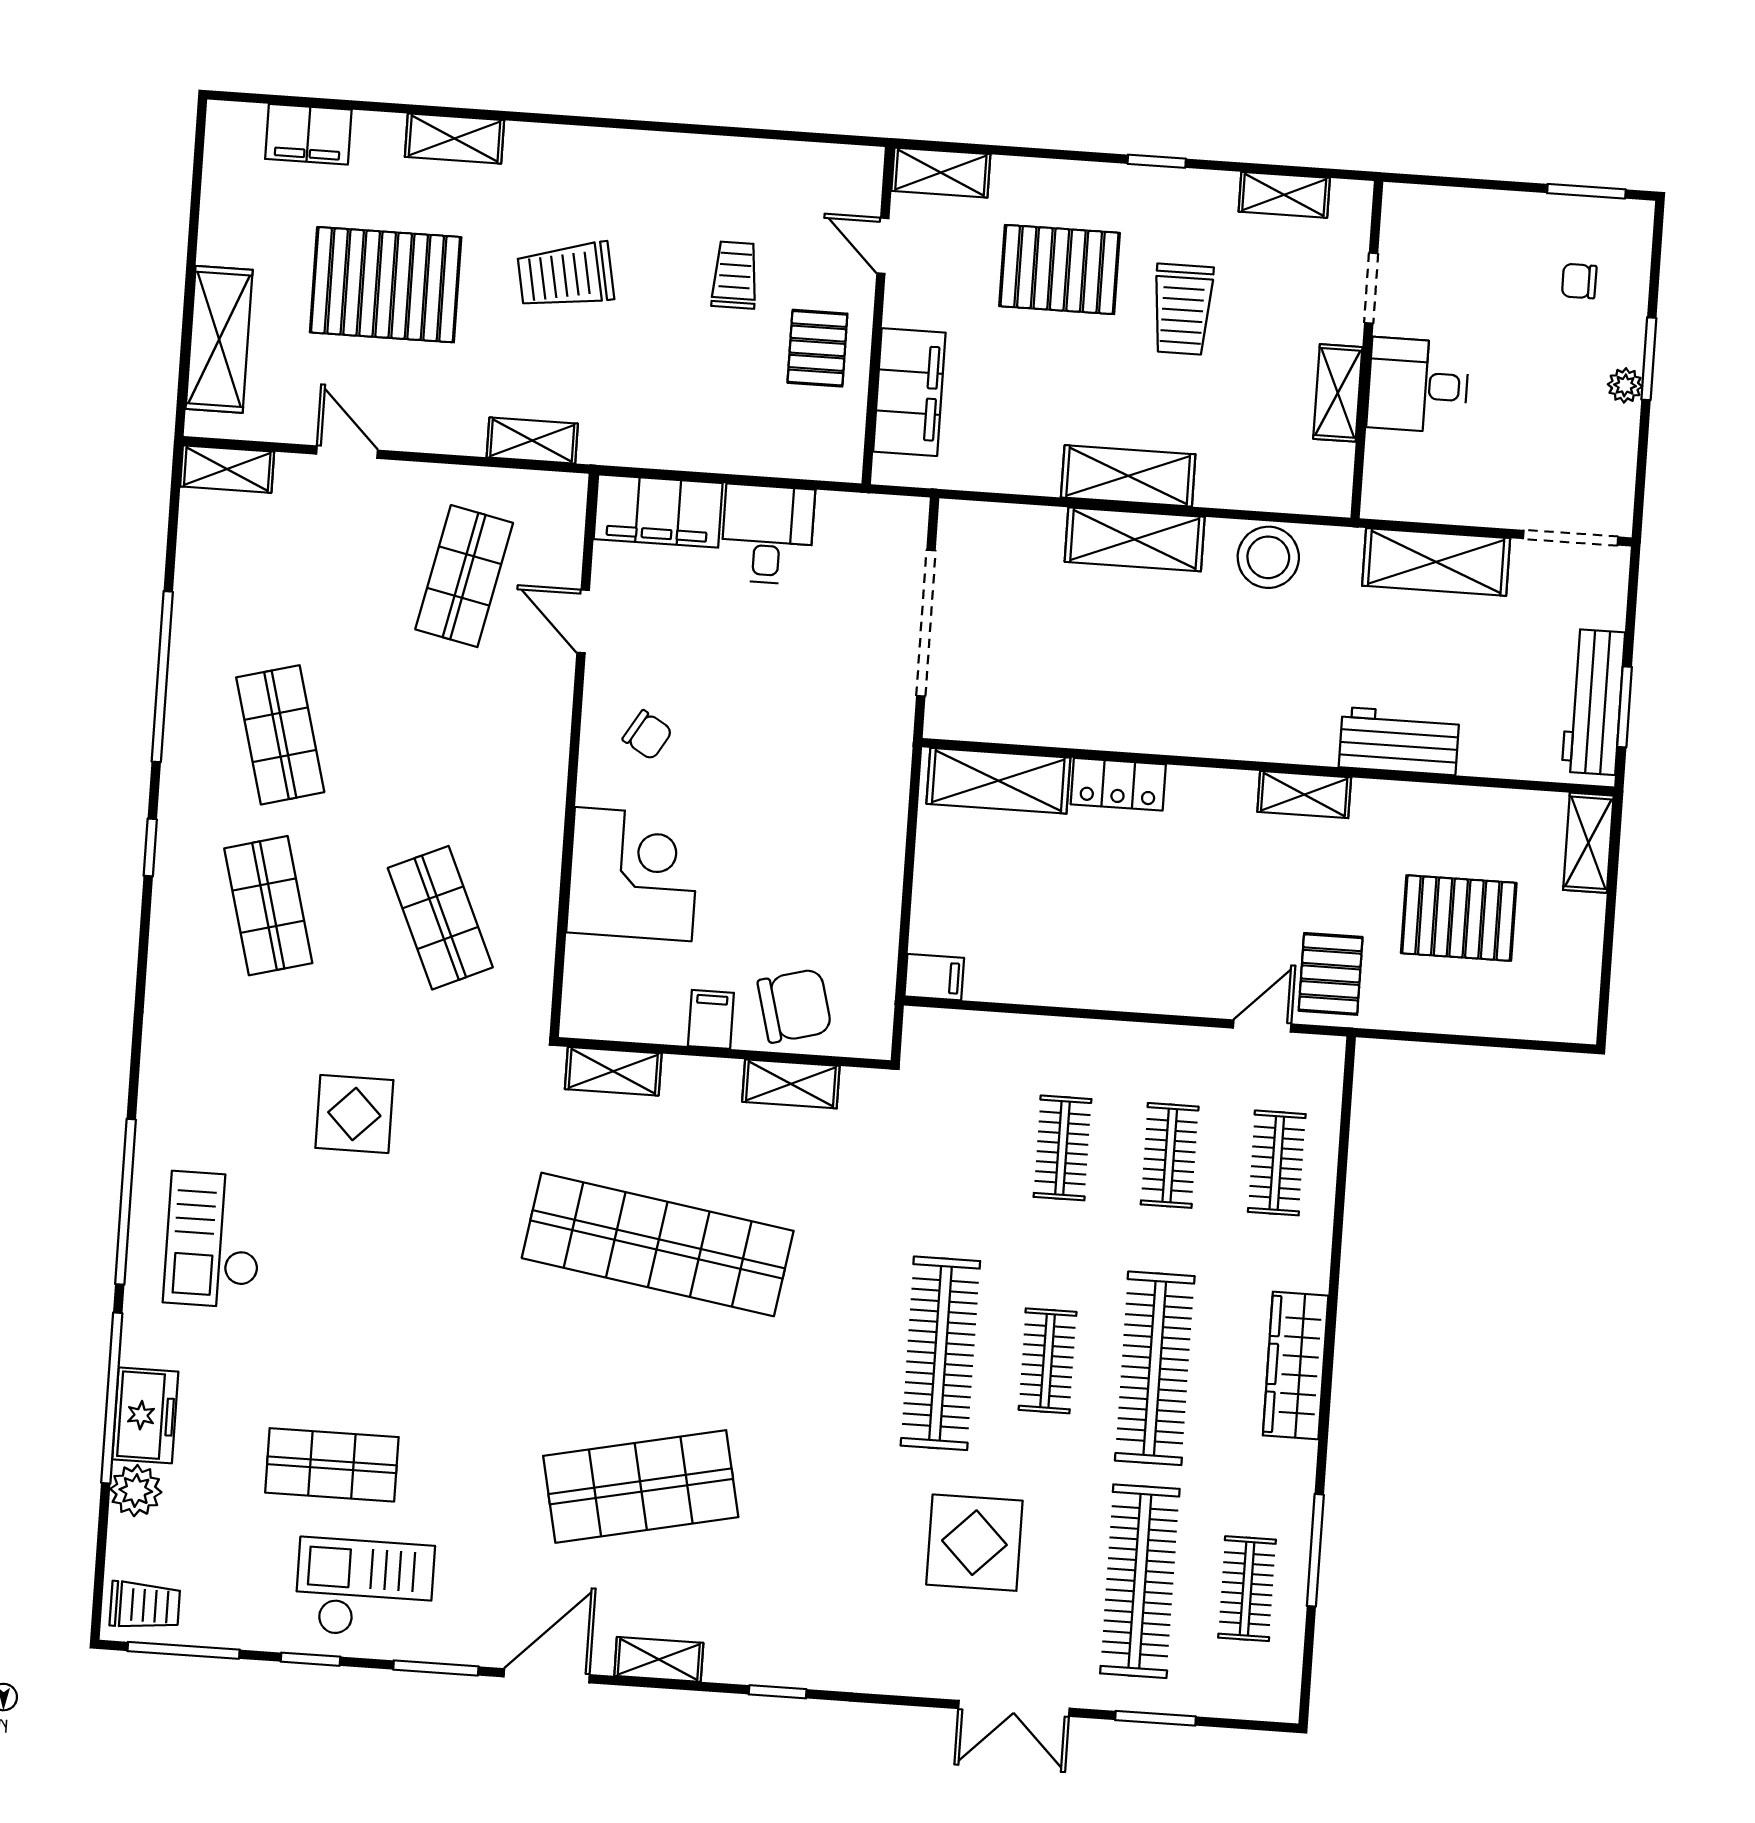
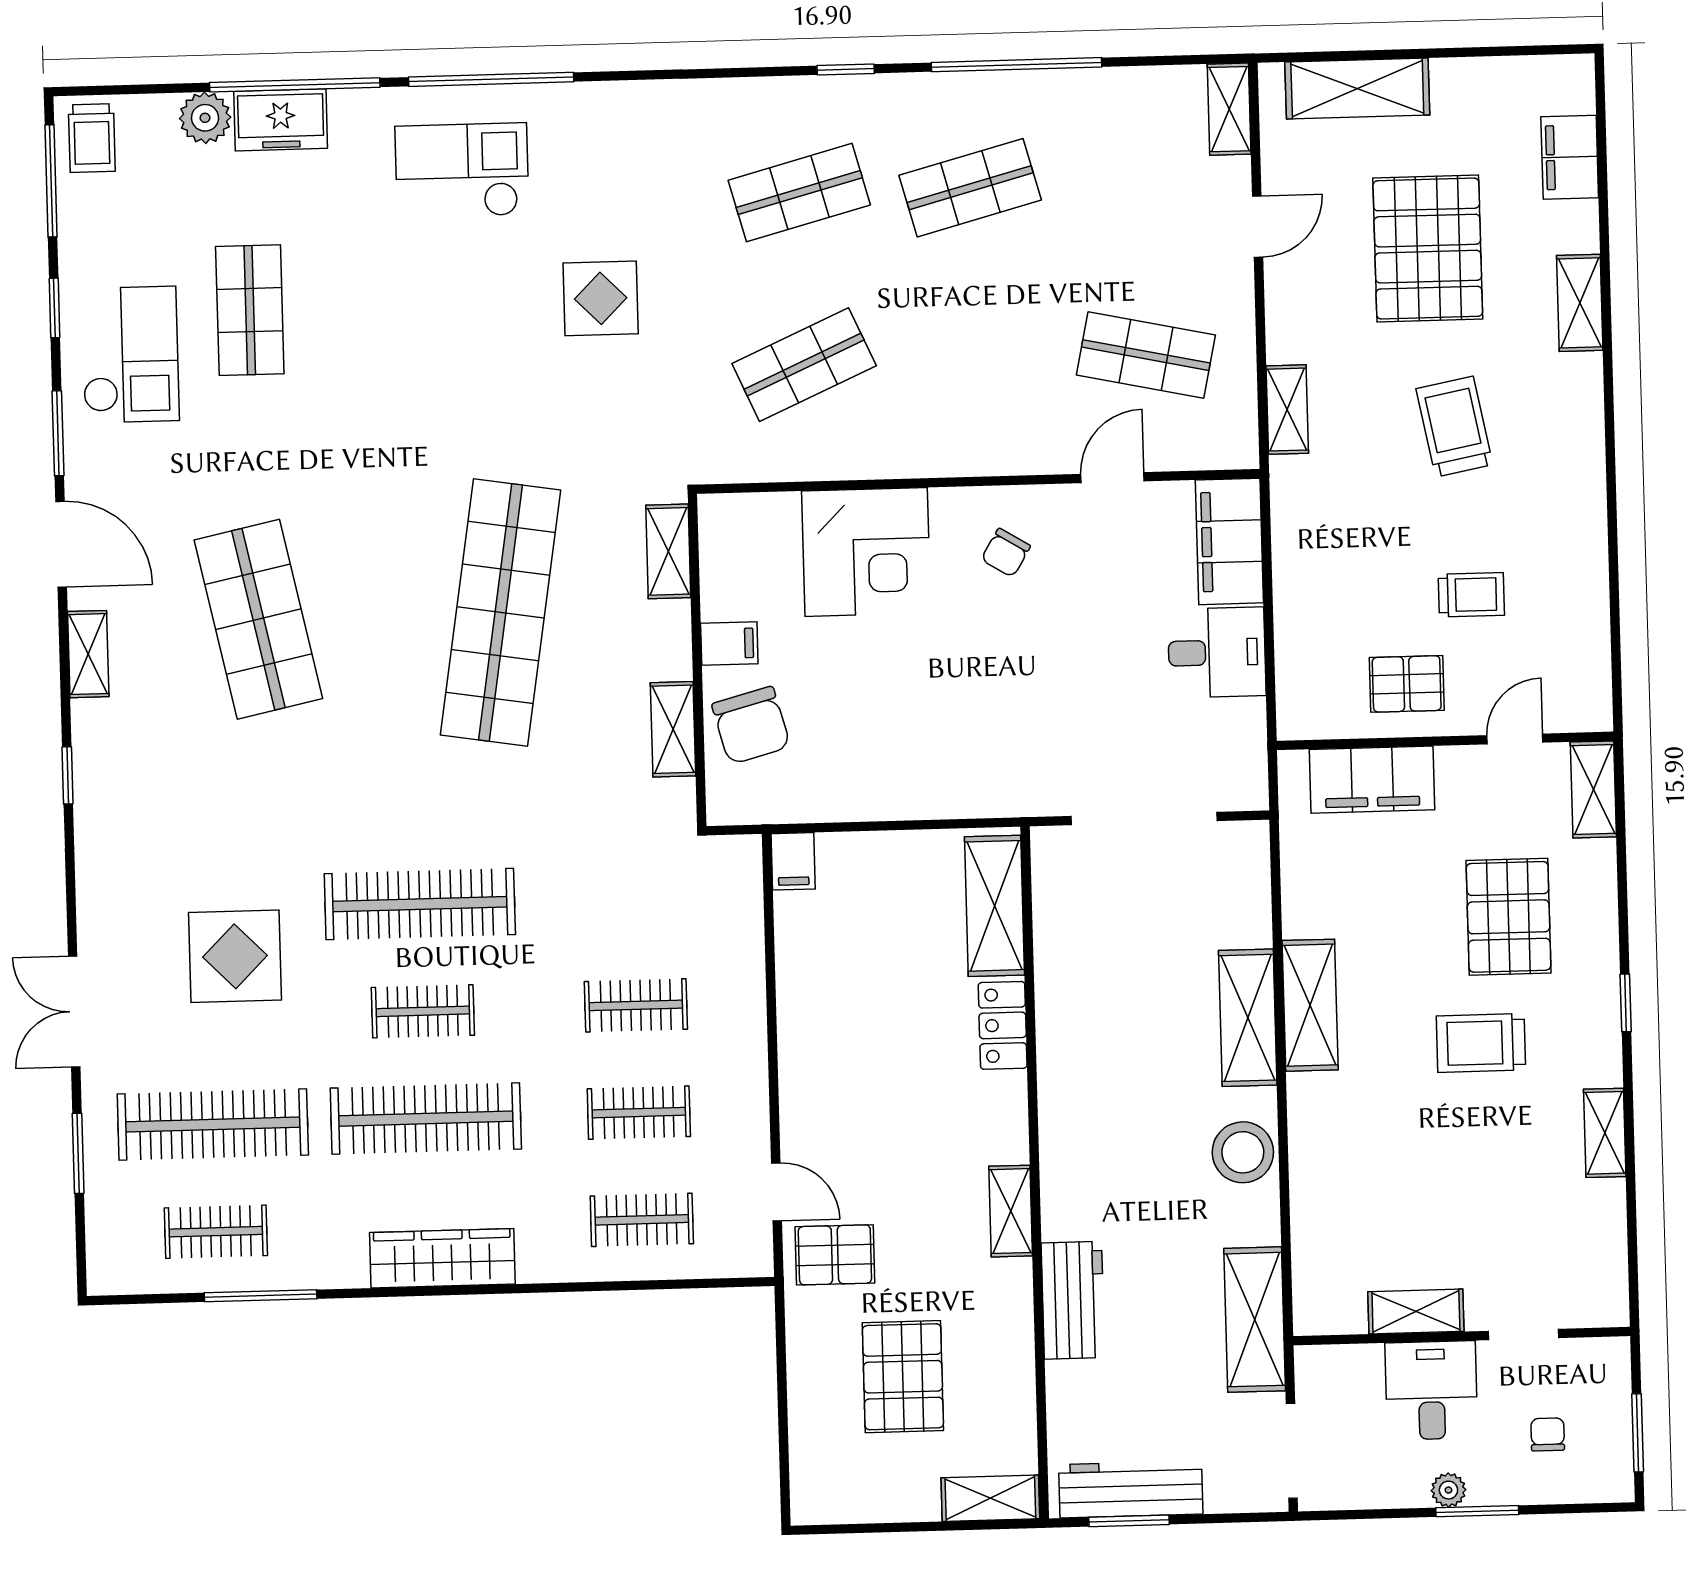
doorway: (1371, 288) -> (1523, 1334), moved
wall: (1367, 350) -> (1462, 1336), moved
desk: (1418, 385) -> (1431, 1390), moved
shelving: (1338, 393) -> (1416, 1311), moved

